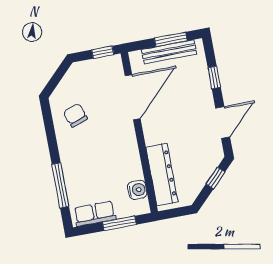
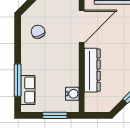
dresser: (162, 175) -> (92, 70), moved
row of seats: (95, 214) -> (28, 90), moved, turned 90

